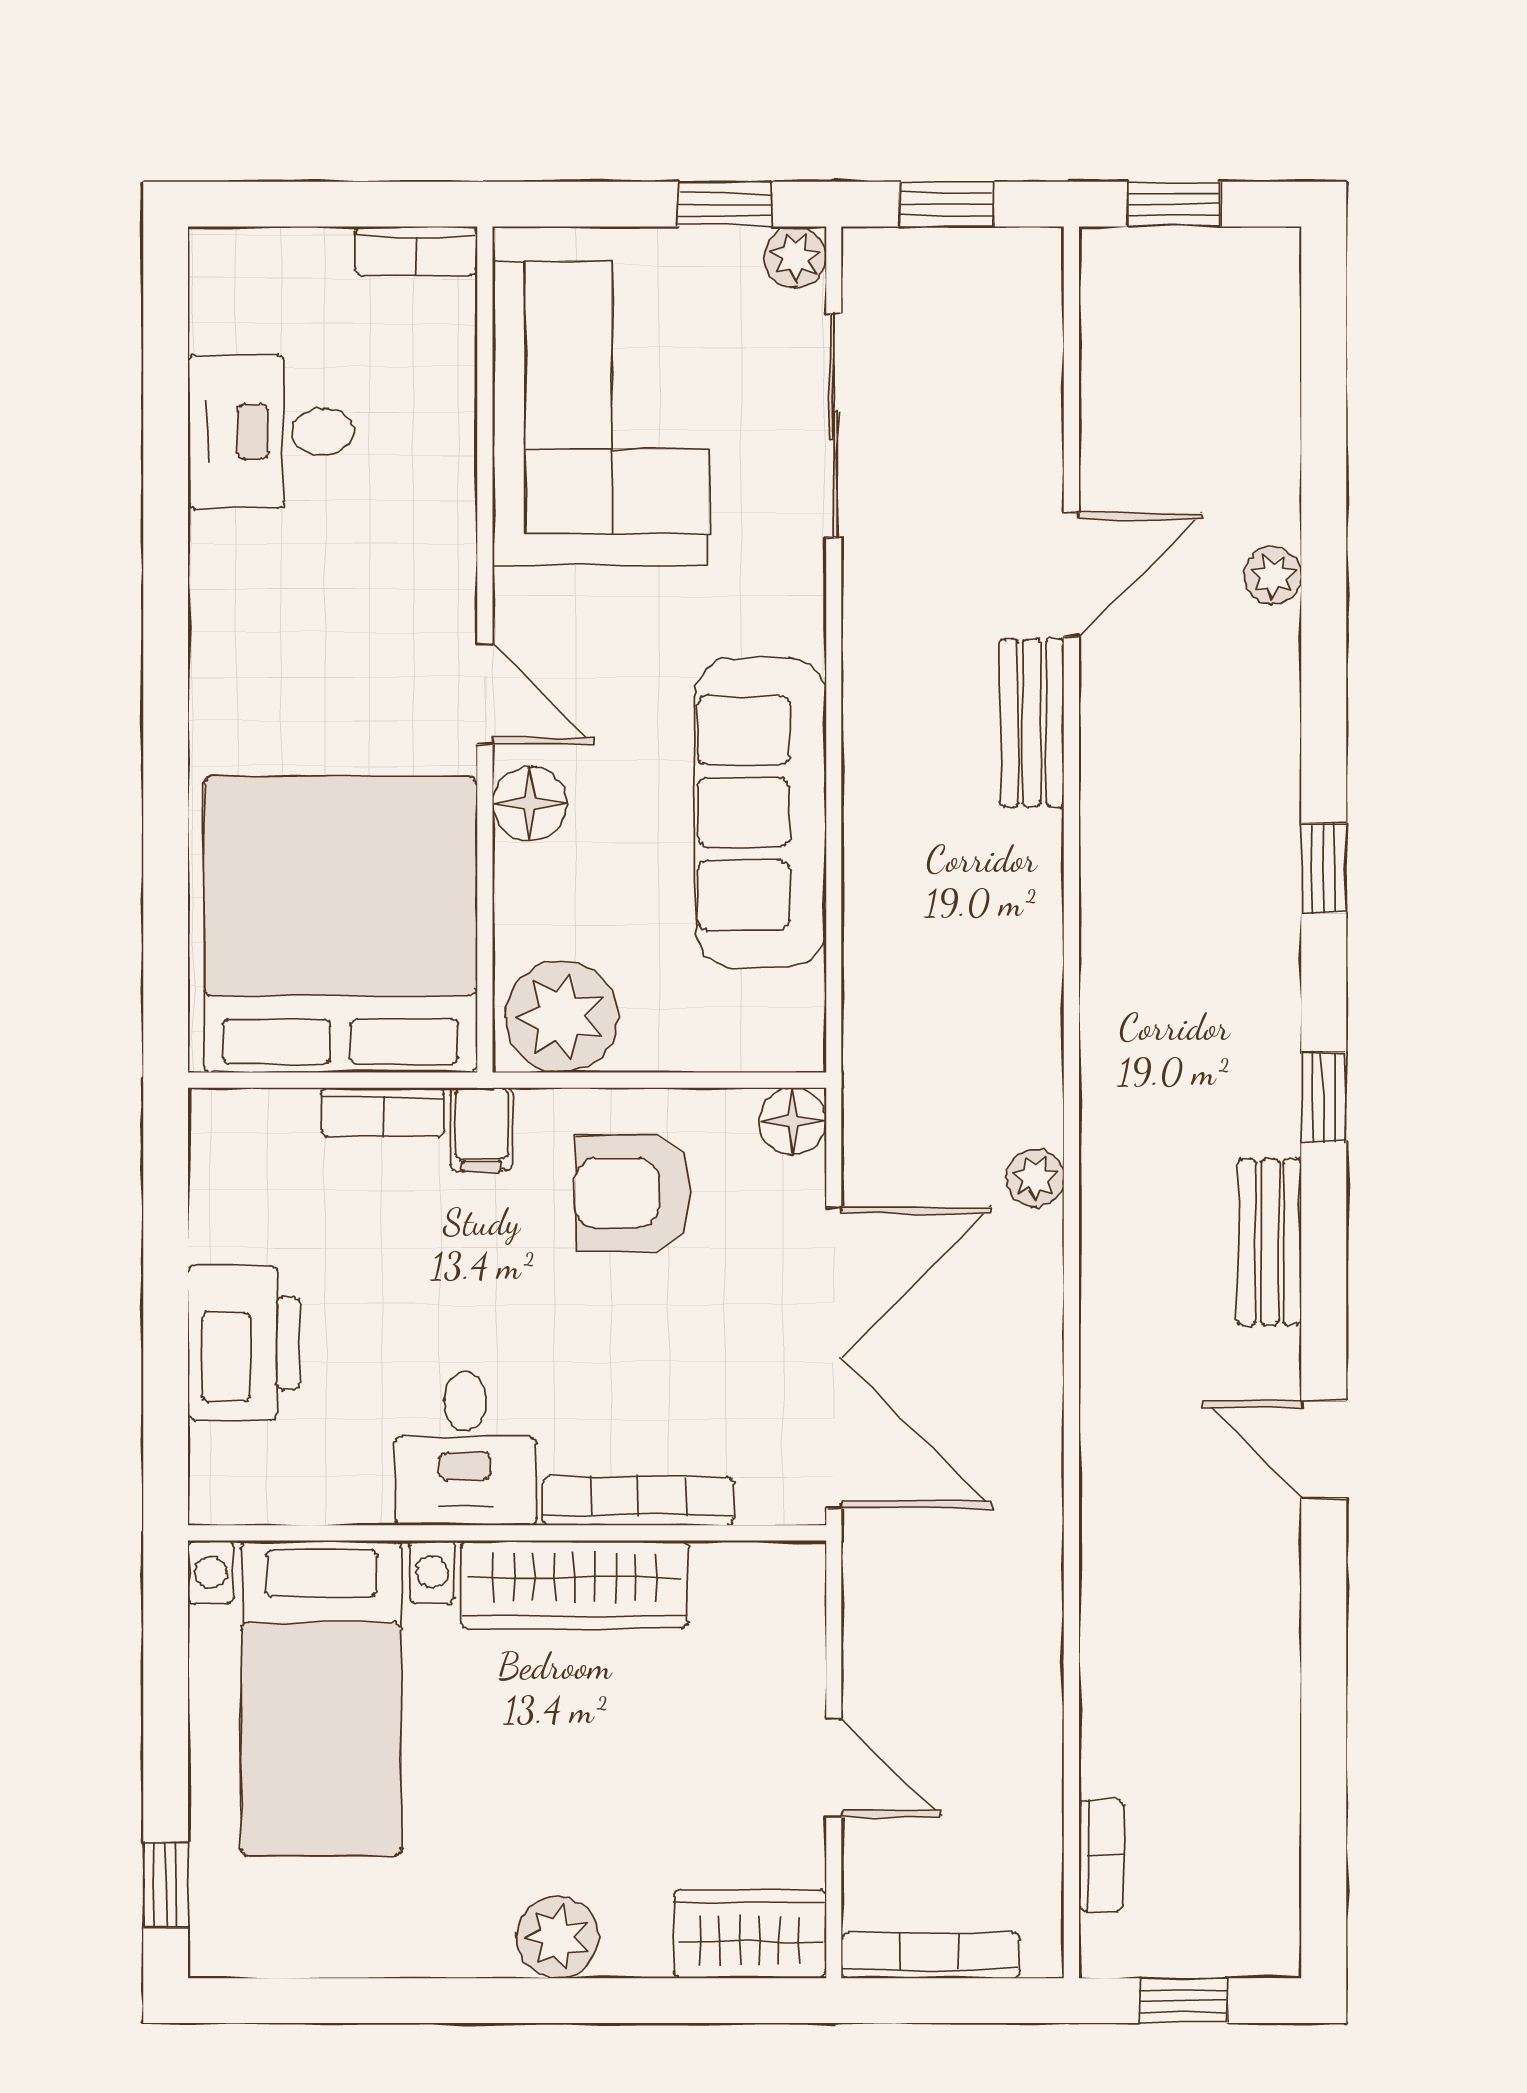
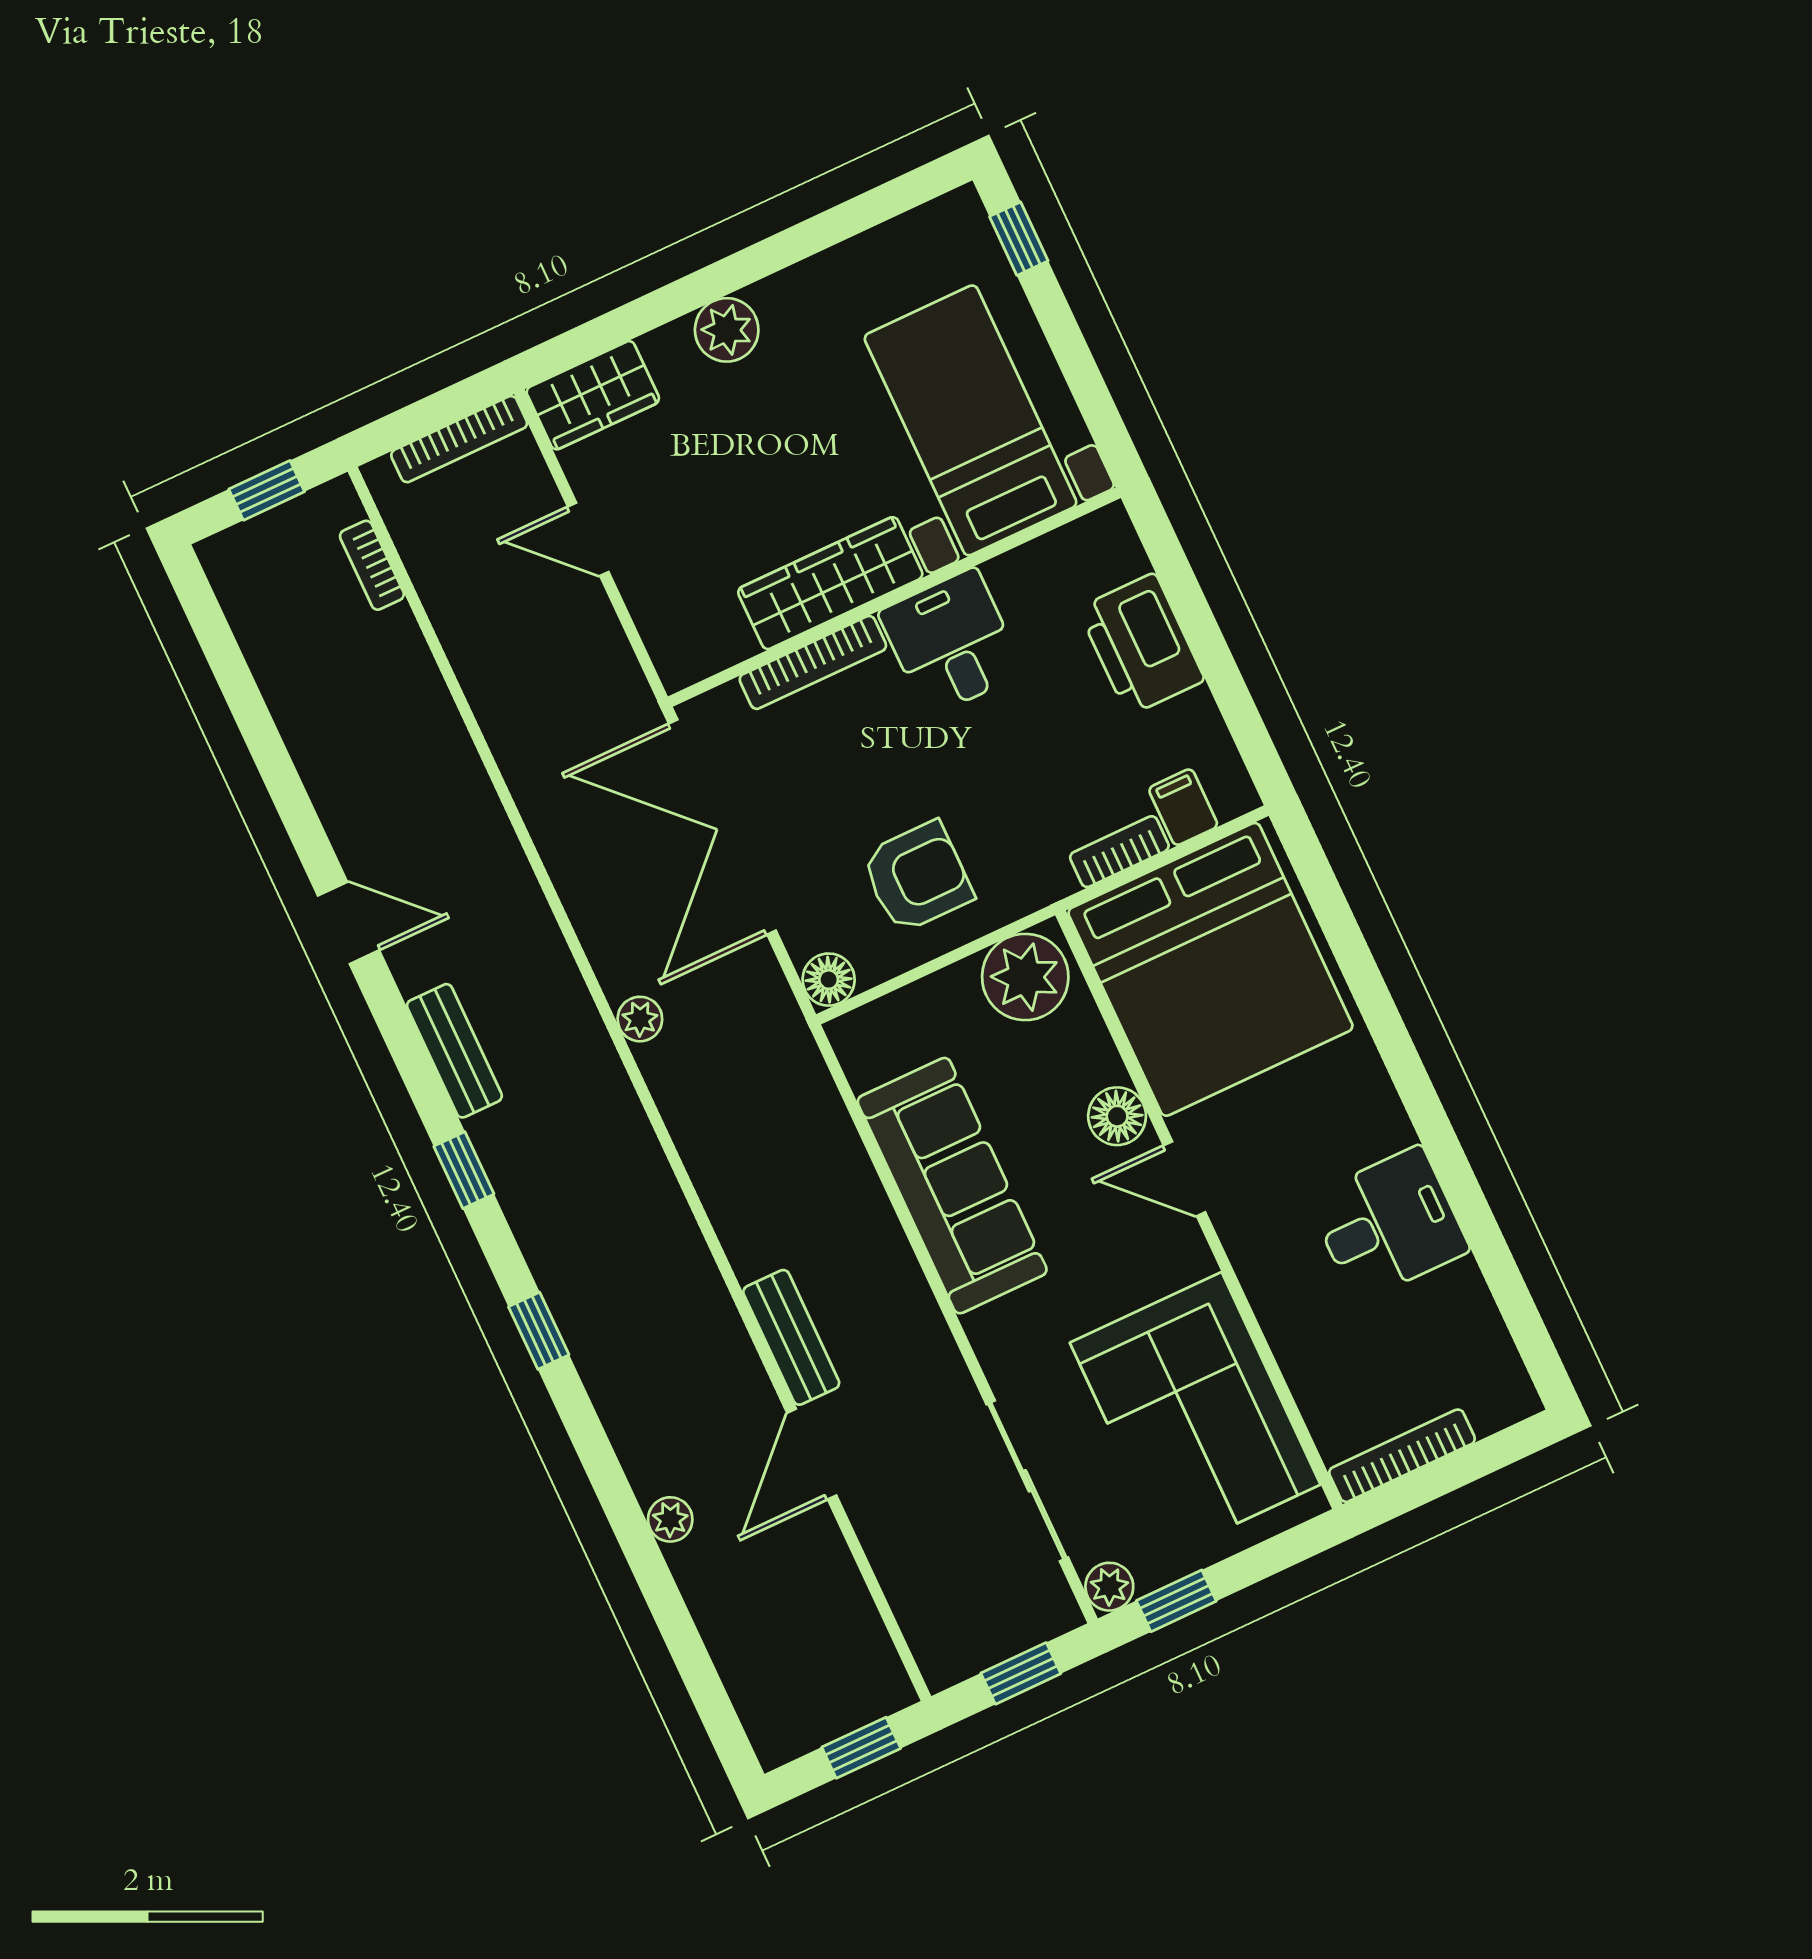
bookcase: (416, 251) -> (1402, 1456), width x1.56
desk: (271, 432) -> (1388, 1224), moved
filing cabinet: (482, 1129) -> (1183, 807), moved

